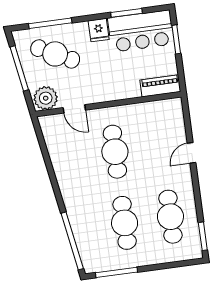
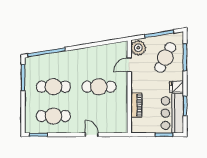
piano: (160, 86) -> (136, 105), moved

